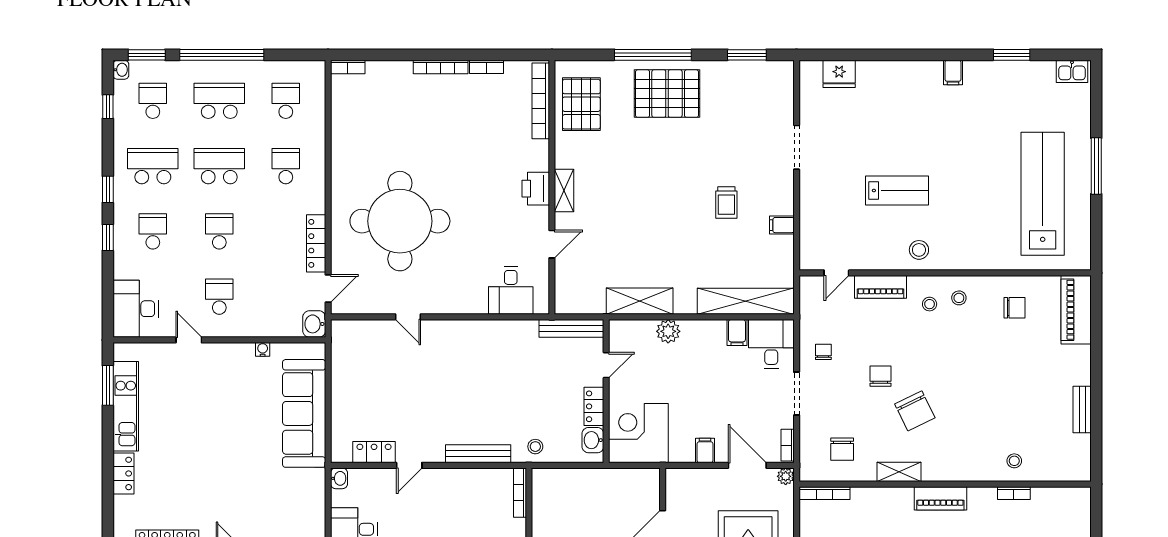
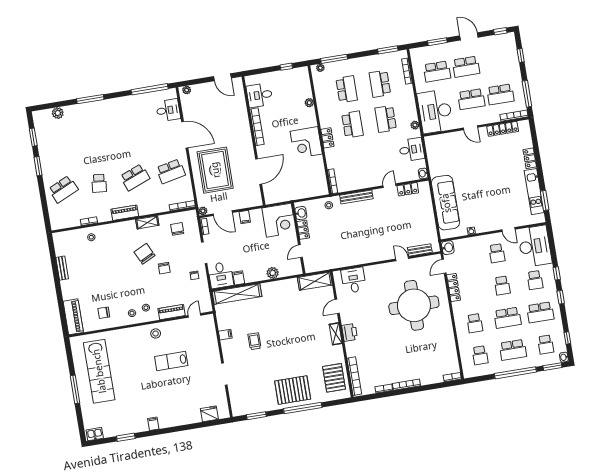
shelving: (640, 301) -> (315, 281), moved
desk: (136, 309) -> (535, 246), width x1.36, depth x1.30
bench: (571, 328) -> (420, 250), moved, width x0.73

